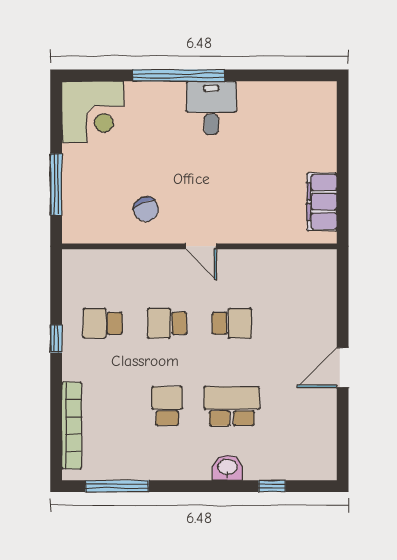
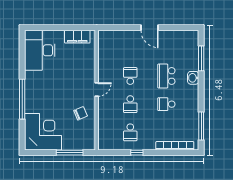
desk: (211, 108) -> (40, 50), moved, width x1.87, depth x1.30
corner desk: (93, 112) -> (43, 132), width x1.36, depth x1.36
window: (272, 486) -> (201, 58), width x2.17

